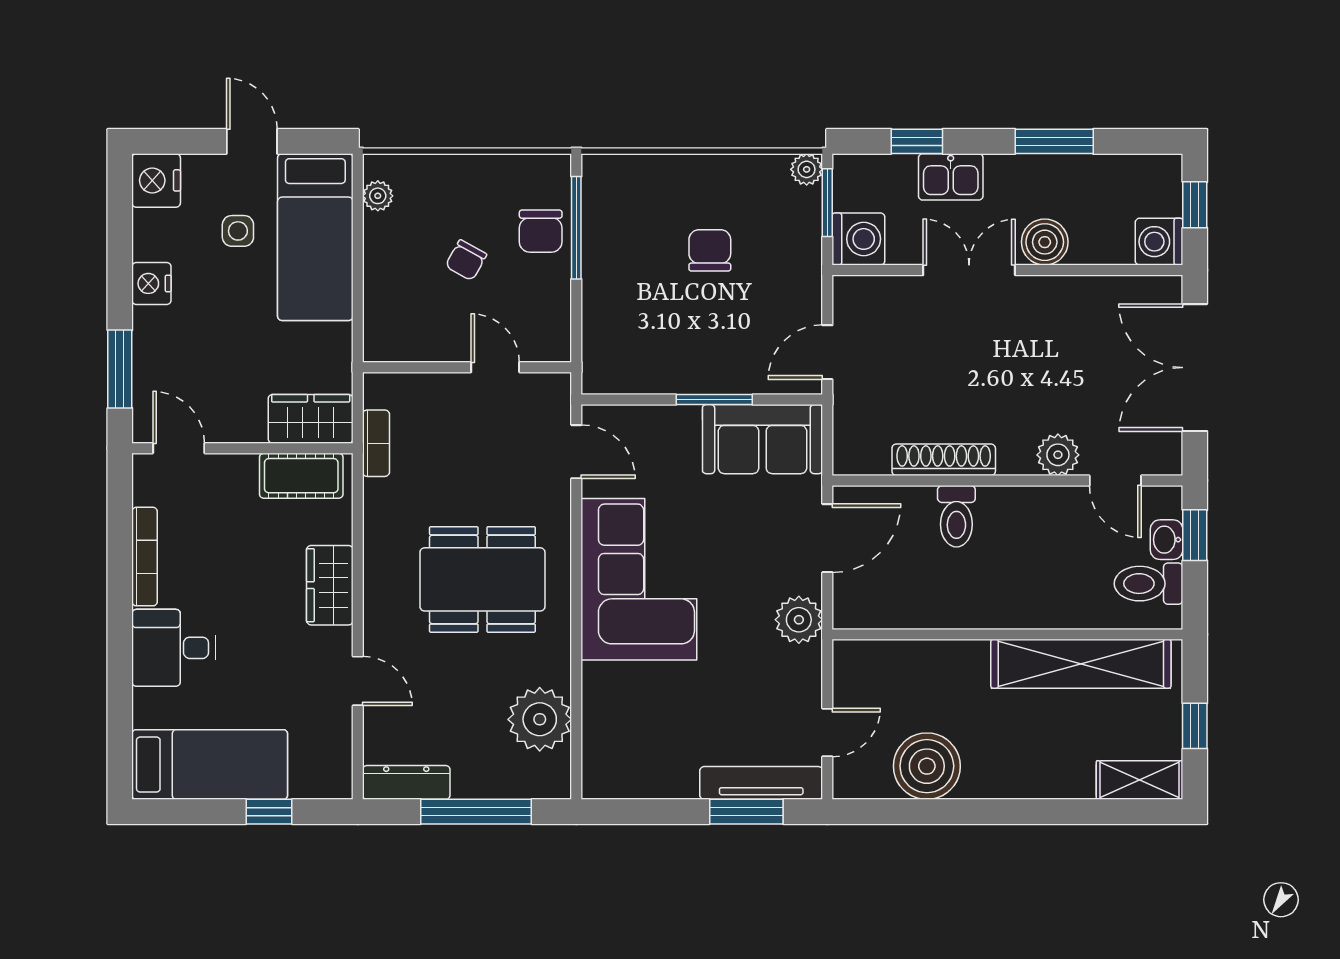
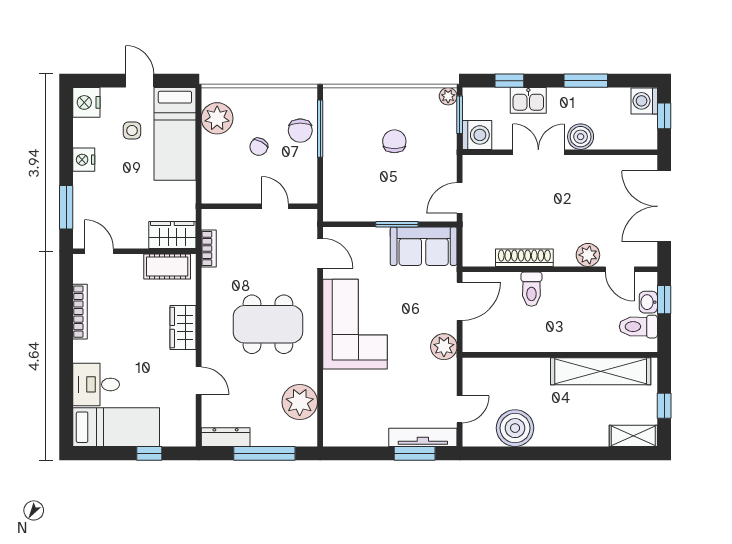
plant: (378, 196) -> (217, 118), width x1.88, depth x1.88
washing machine: (1159, 242) -> (644, 101), moved
desk: (174, 648) -> (96, 384), moved

